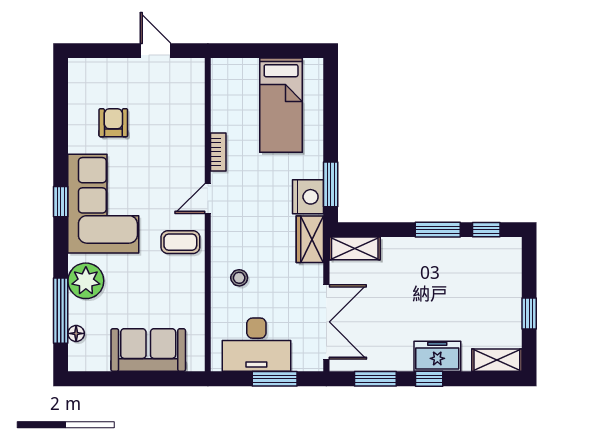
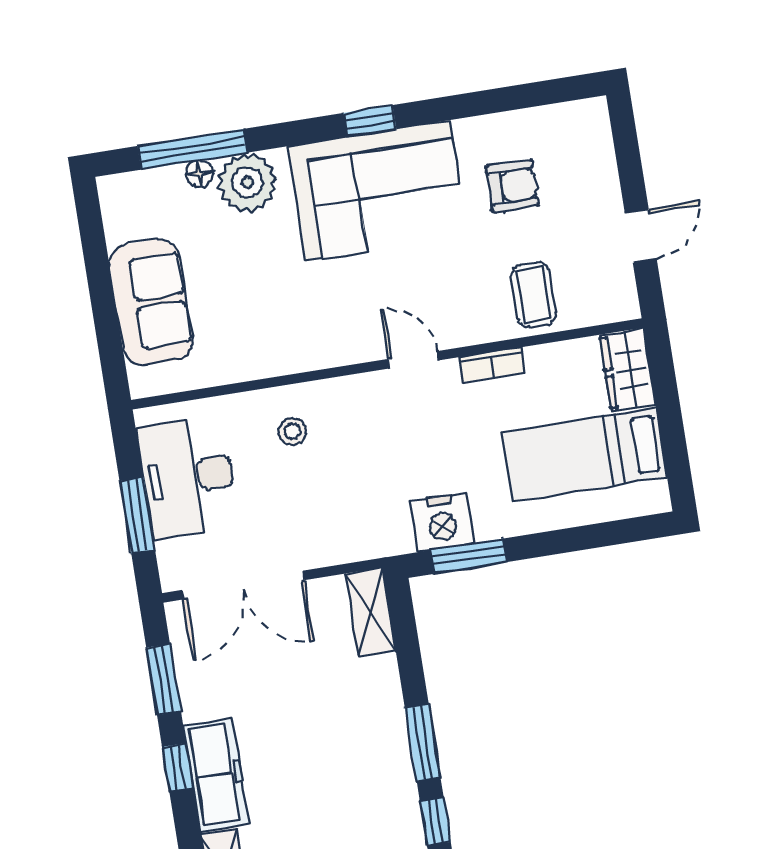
wardrobe: (310, 239) -> (627, 370), moved, turned -90
coffee table: (180, 242) -> (533, 295), moved
floor lamp: (76, 333) -> (199, 174), moved
freezer: (437, 356) -> (216, 775), width x1.40

